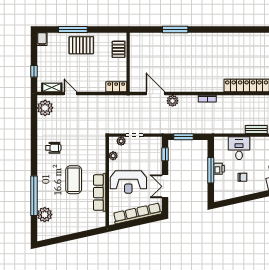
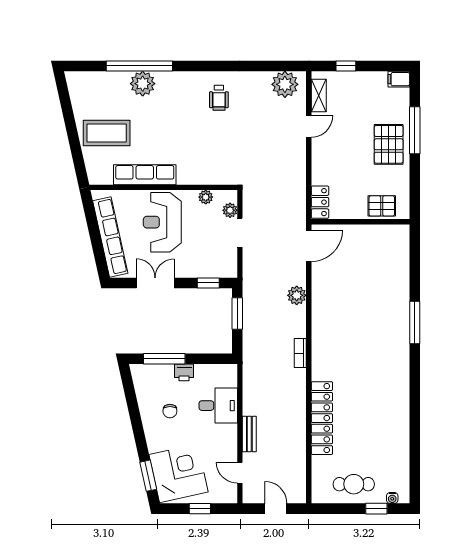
window: (175, 30) -> (415, 323), moved
door: (155, 94) -> (309, 246), moved
window: (211, 170) -> (164, 359), moved
coffee table: (74, 180) -> (107, 133), moved
plant: (45, 215) -> (143, 84), moved

